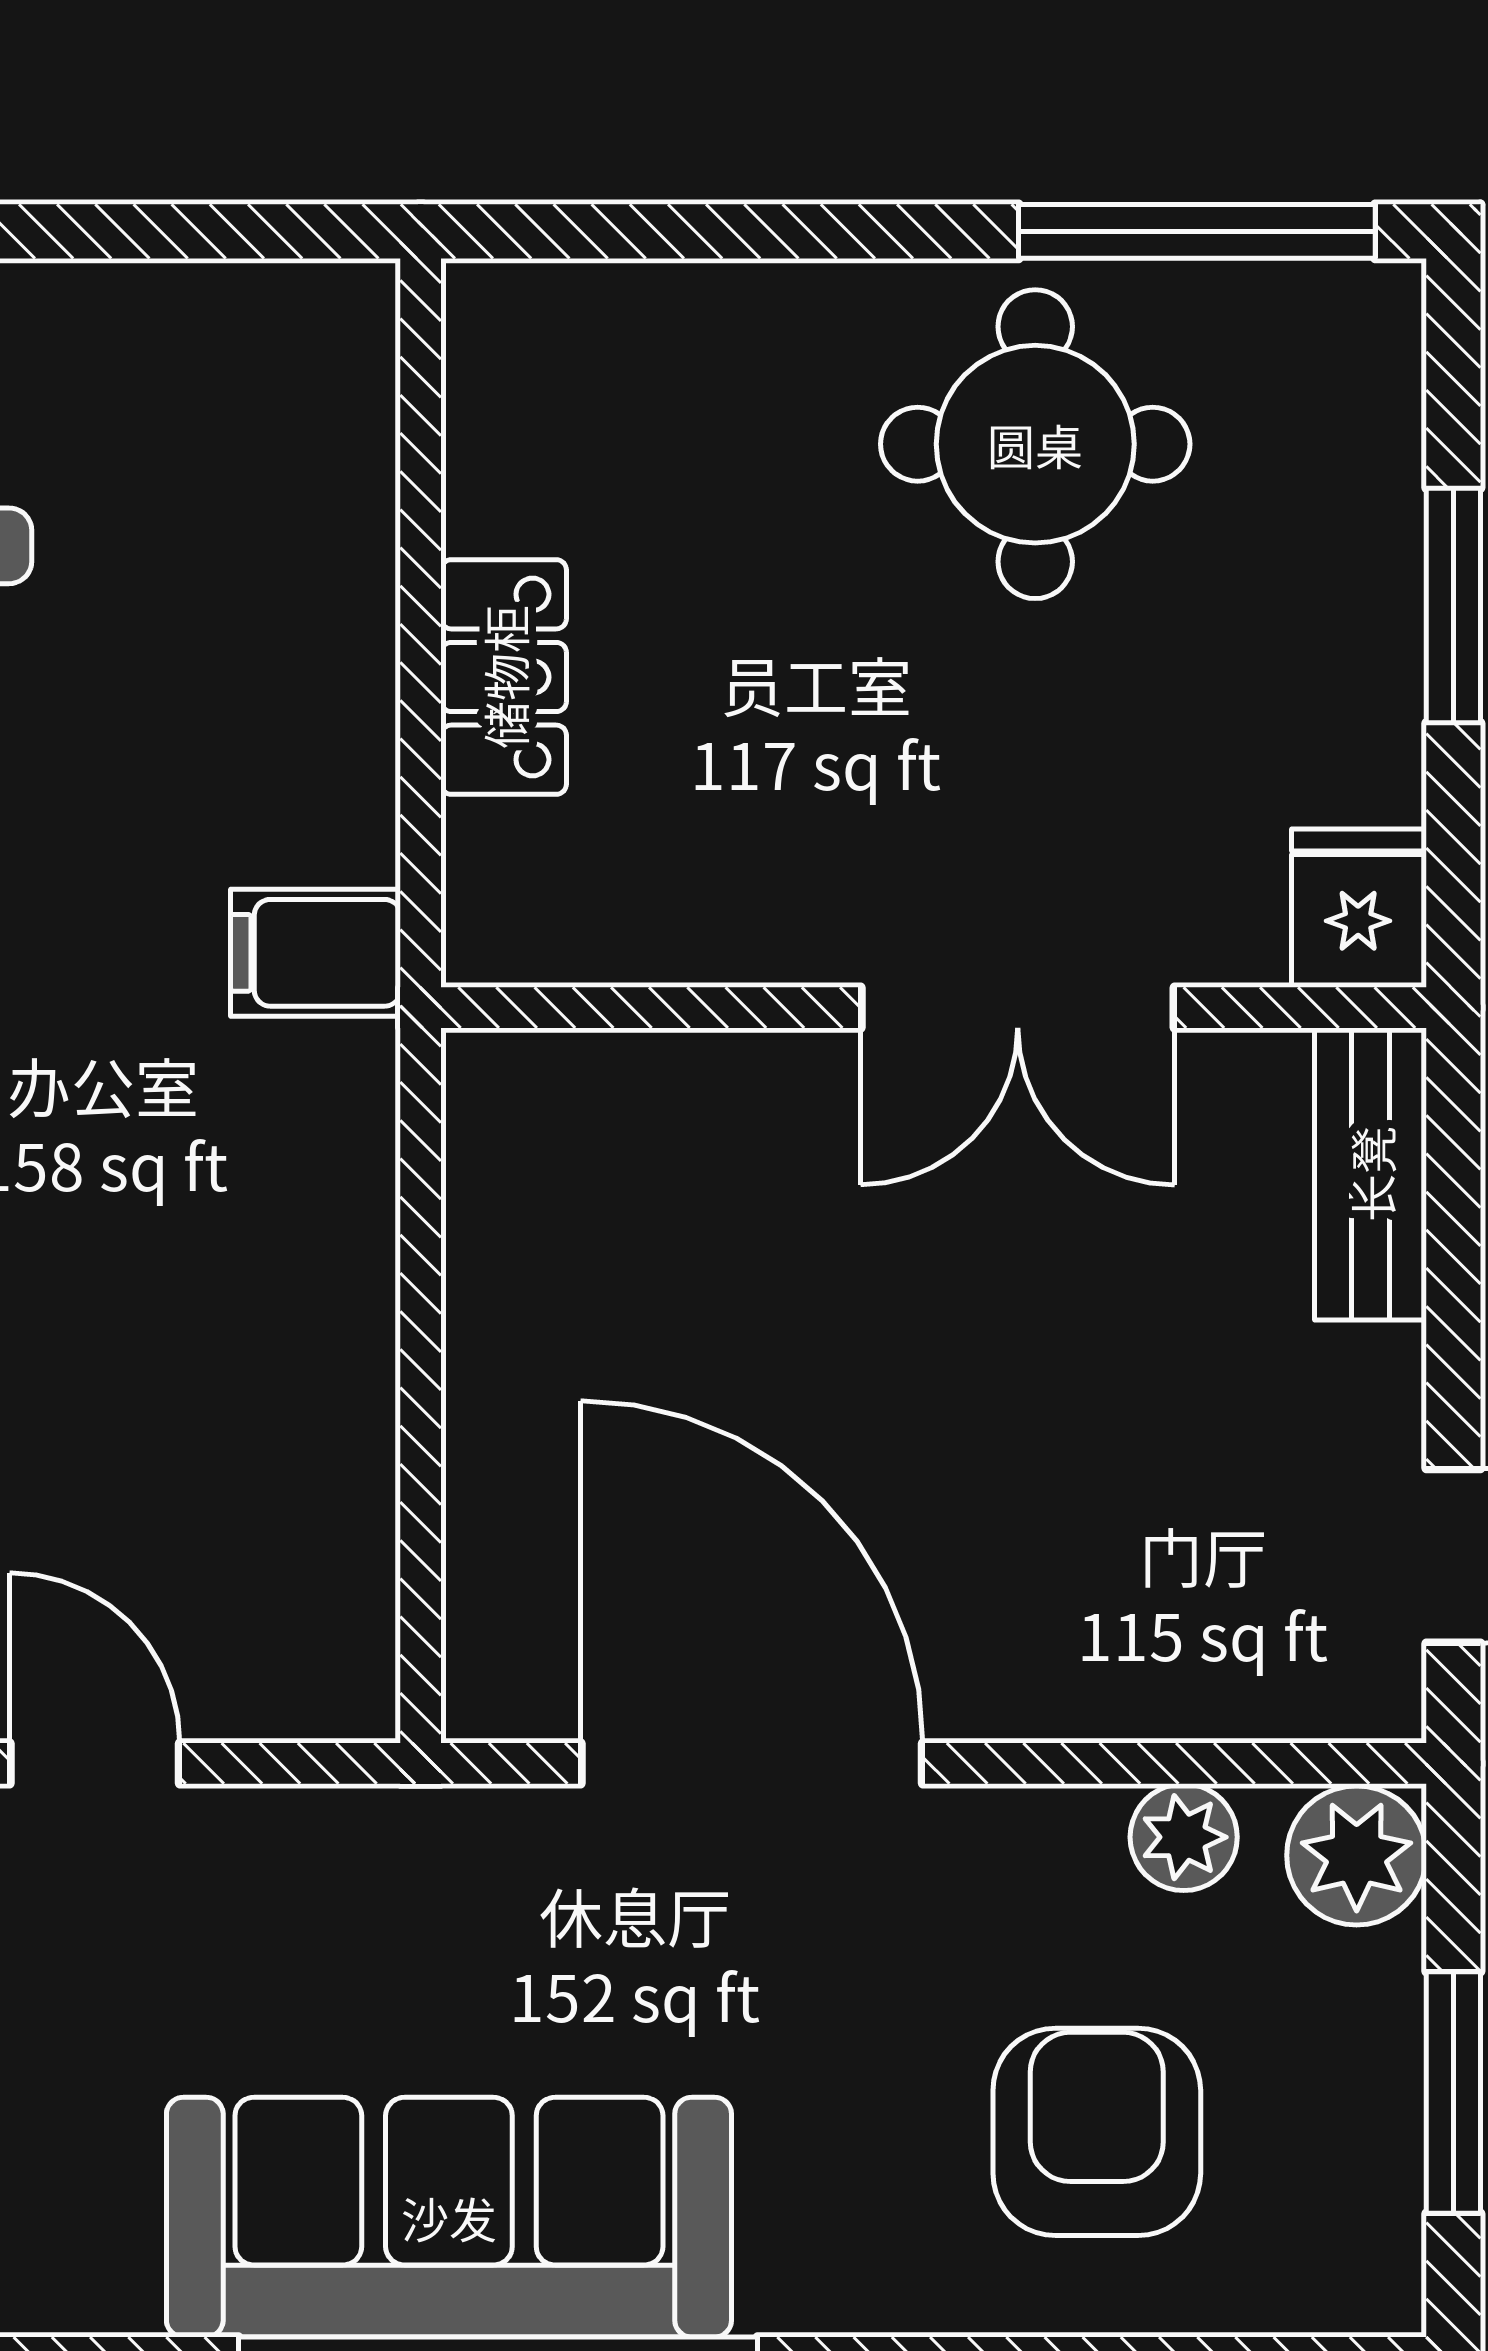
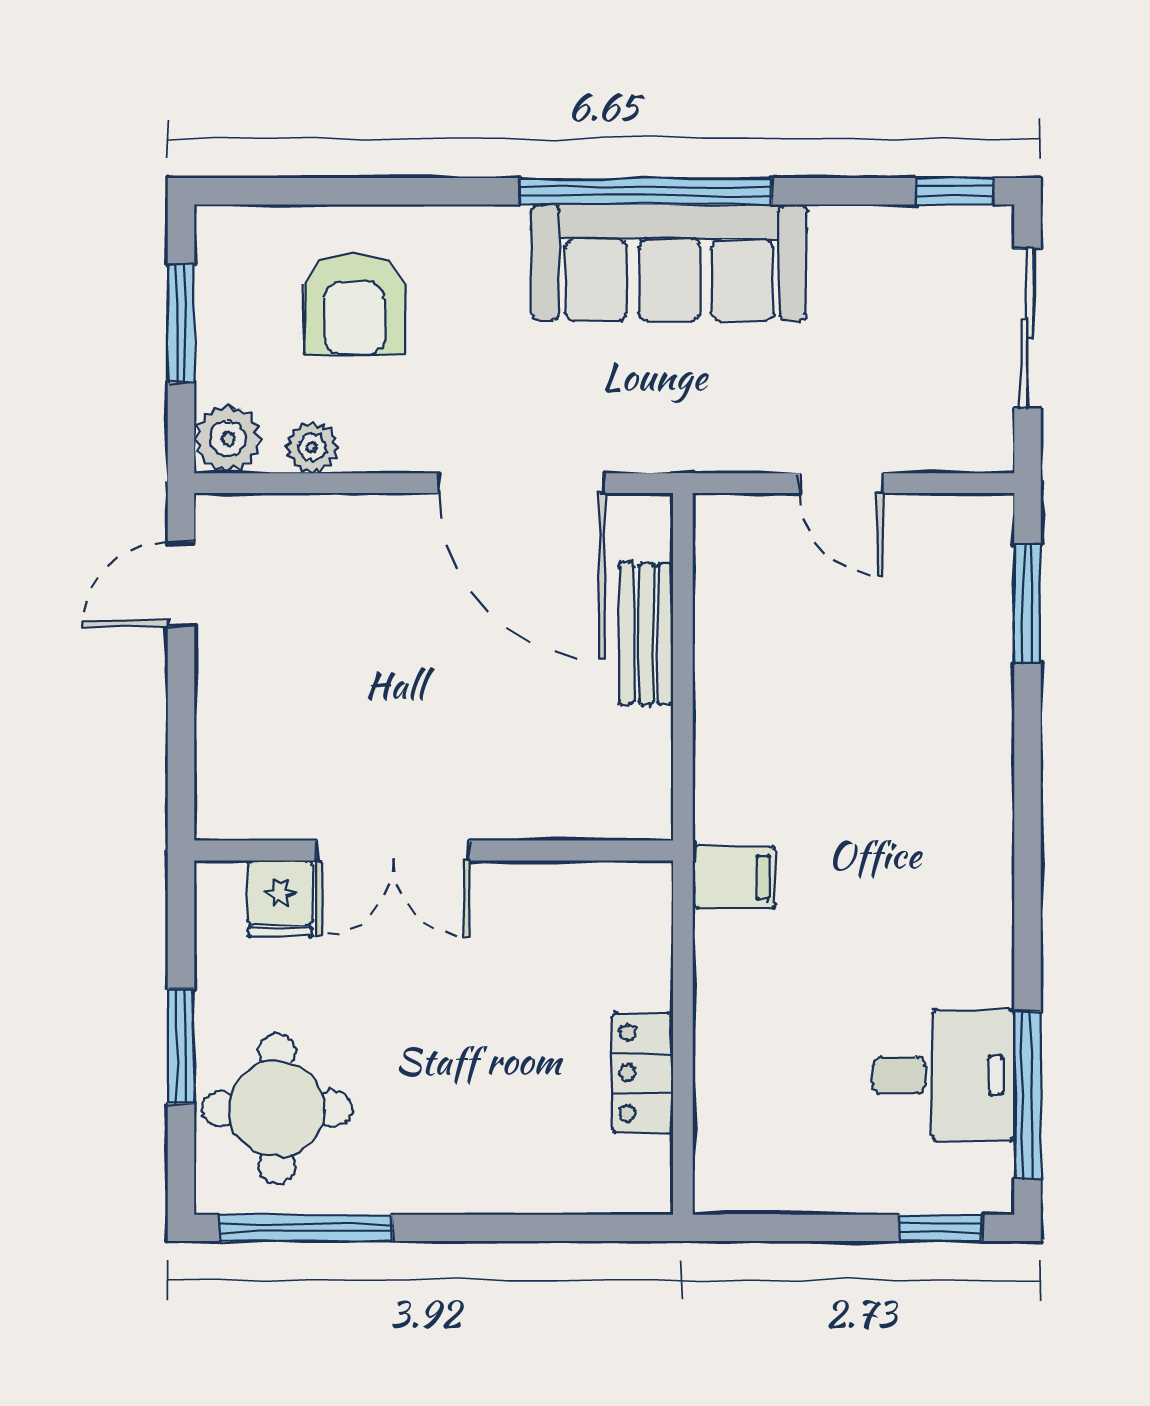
round table: (1035, 444) -> (277, 1109), moved
locker: (504, 677) -> (643, 1073), moved
fridge: (1358, 908) -> (280, 899), moved
double door: (1018, 1008) -> (393, 851), swing flipped
bench: (1371, 1174) -> (646, 634), moved

